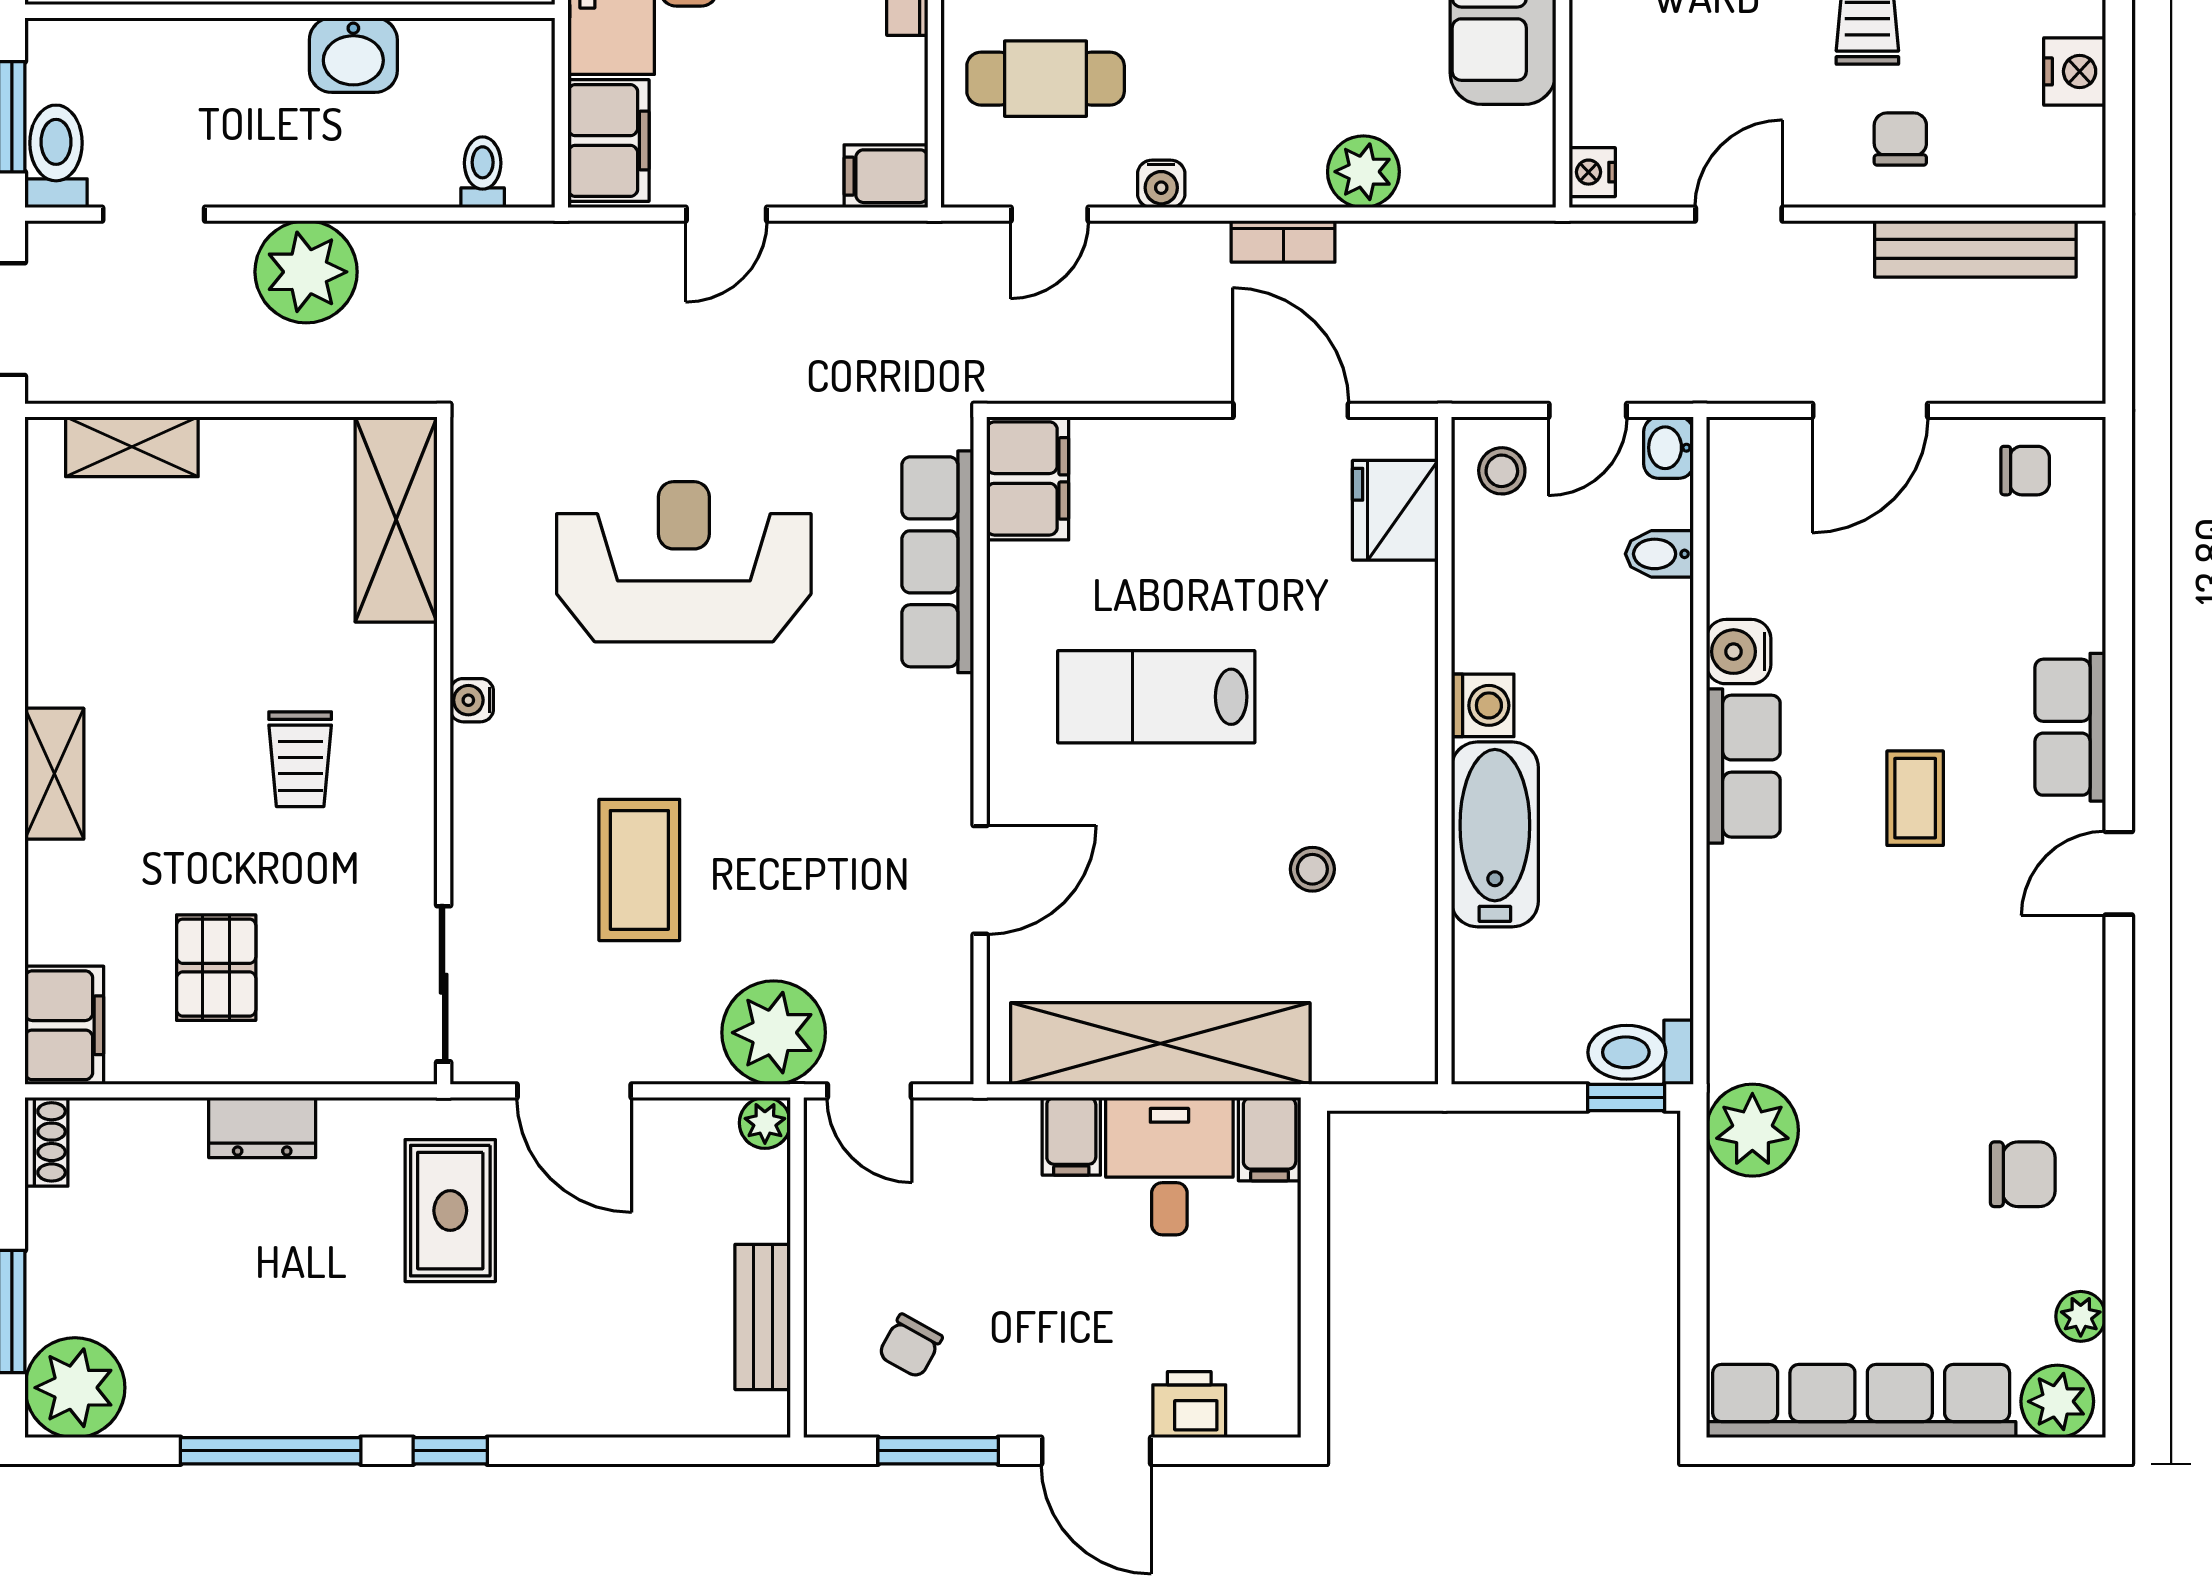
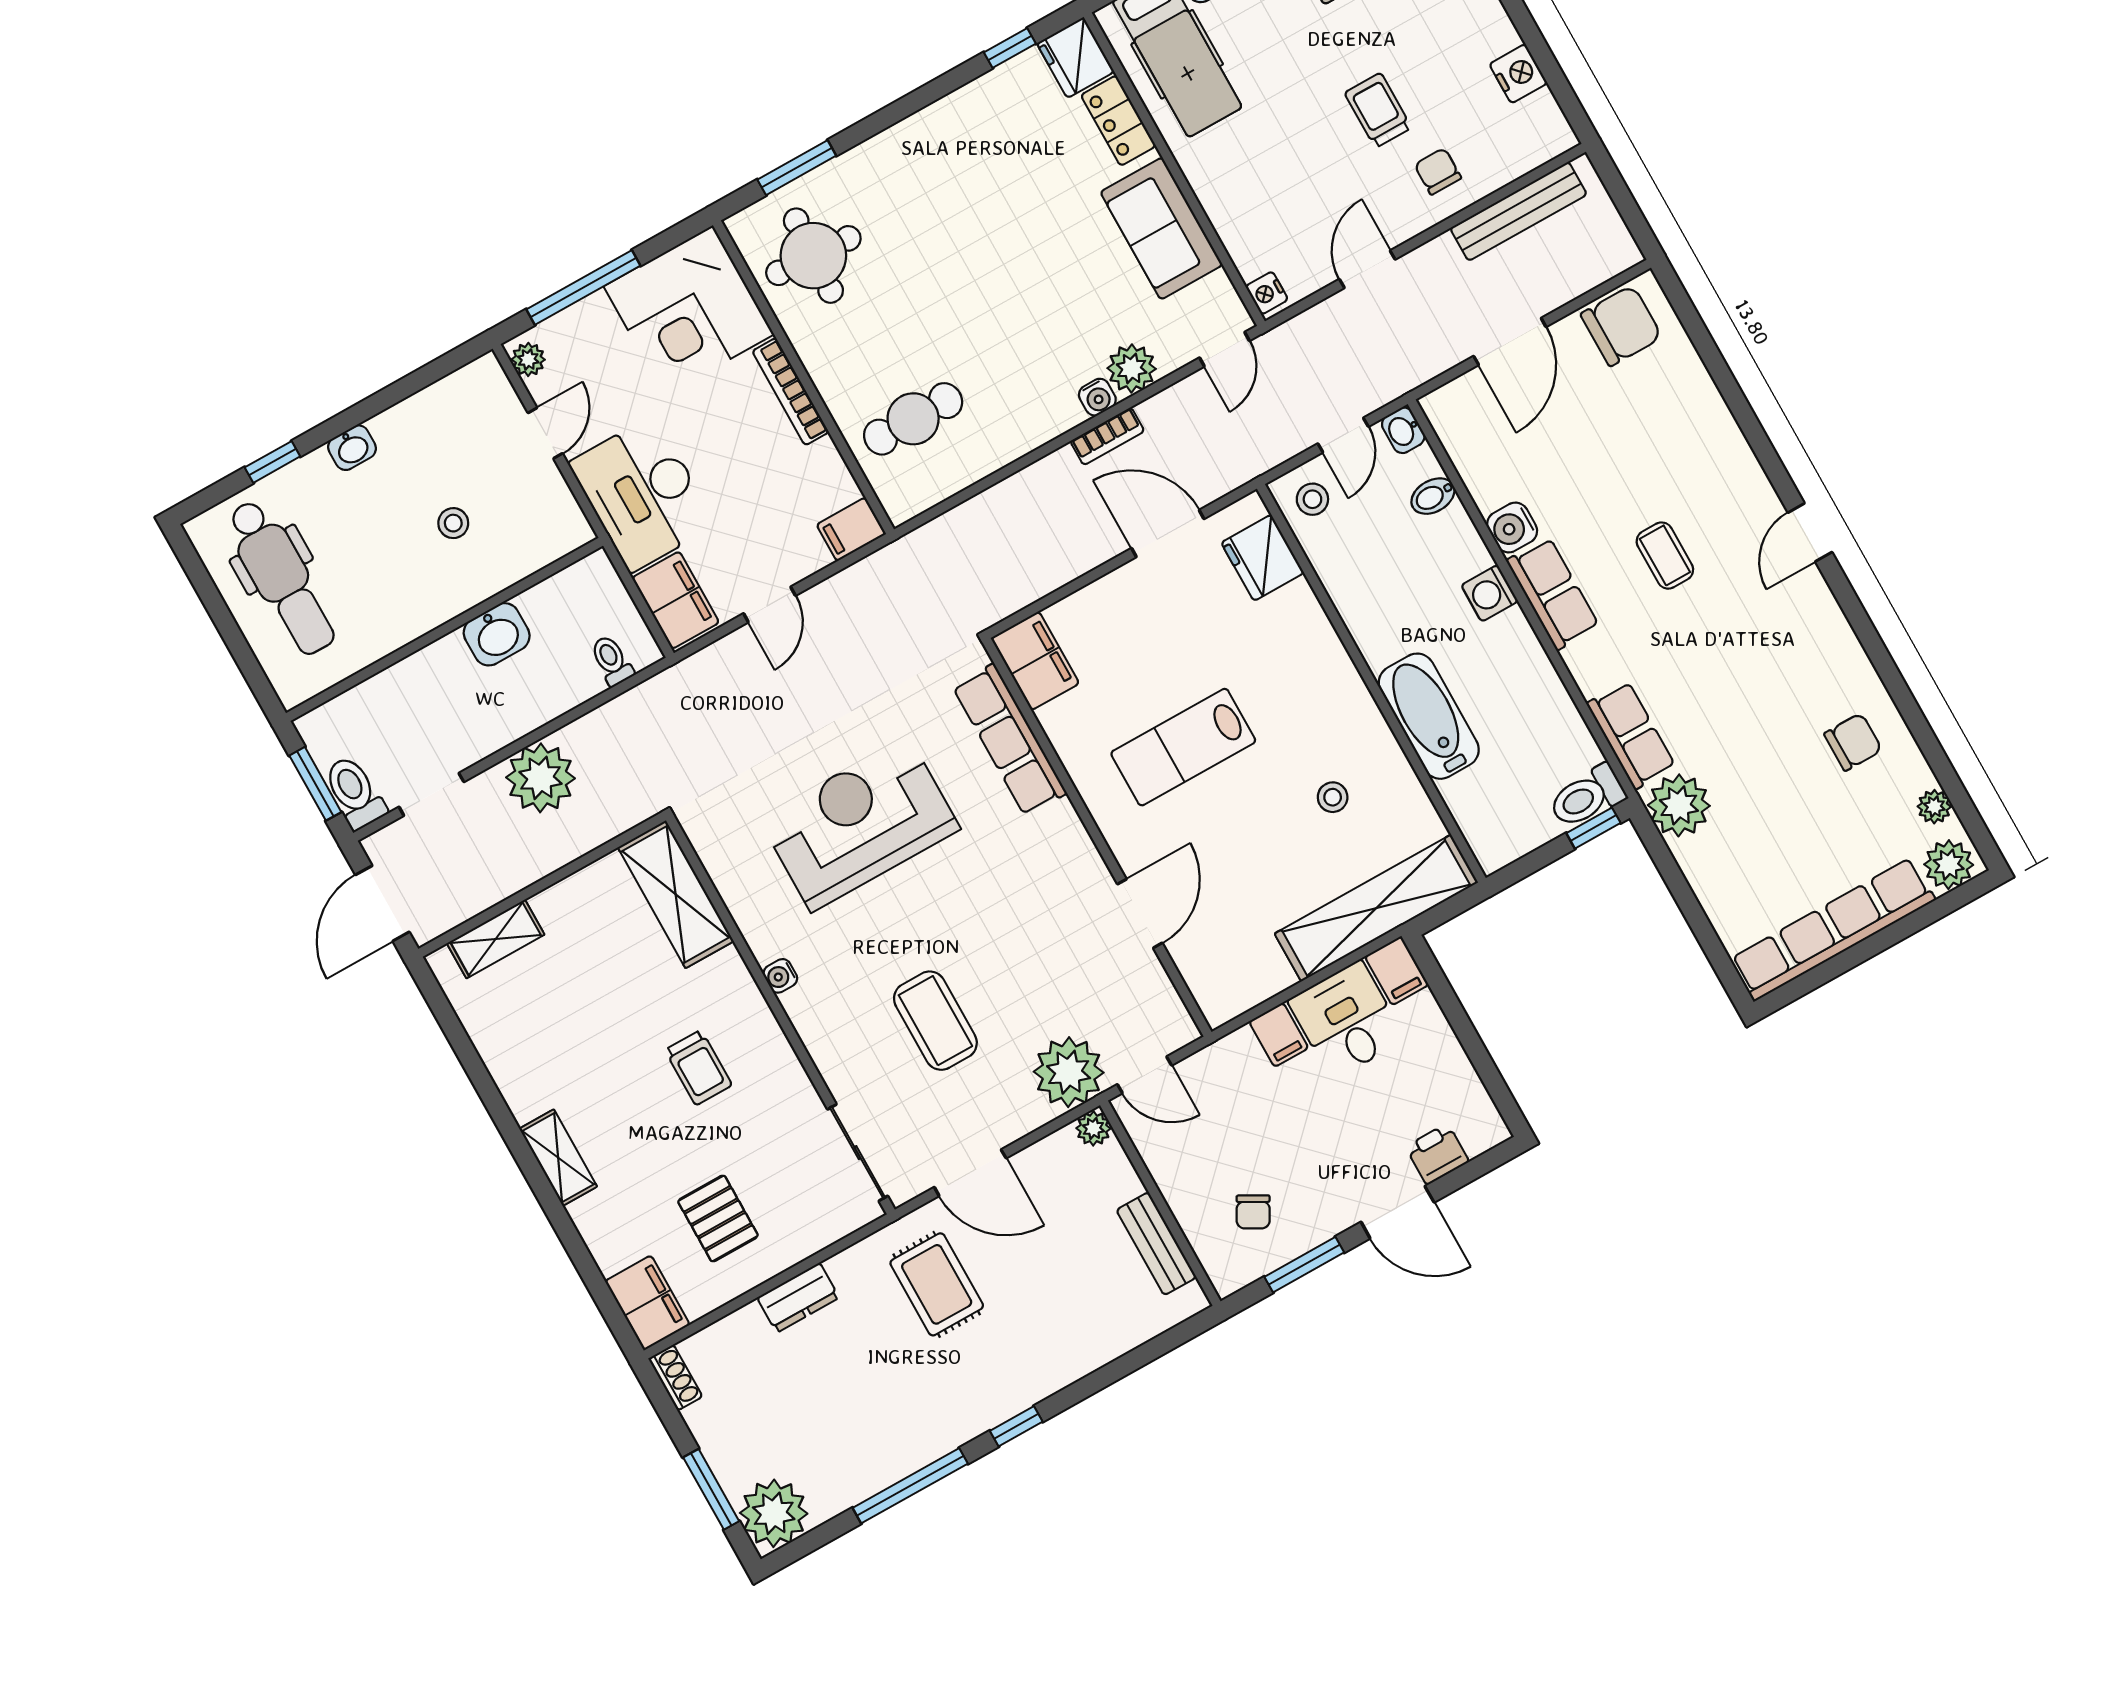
water cooler: (1161, 184) -> (1097, 397), moved
door: (1050, 214) -> (1225, 349), moved
chair: (2025, 471) -> (1621, 326), width x1.87, depth x1.87
washing machine: (1483, 705) -> (1490, 593), moved, turned 180
row of seats: (2070, 727) -> (1631, 735), moved, turned 180
shelving: (1160, 1044) -> (1376, 908), moved

